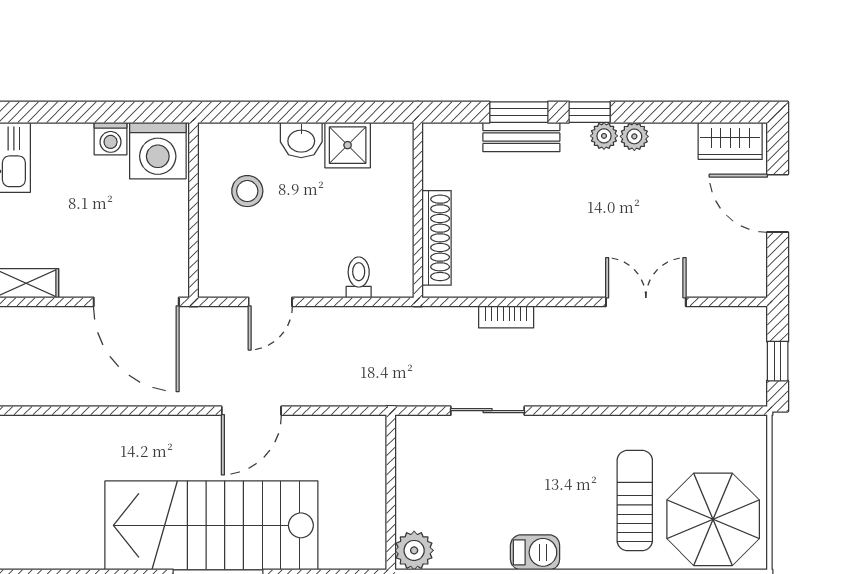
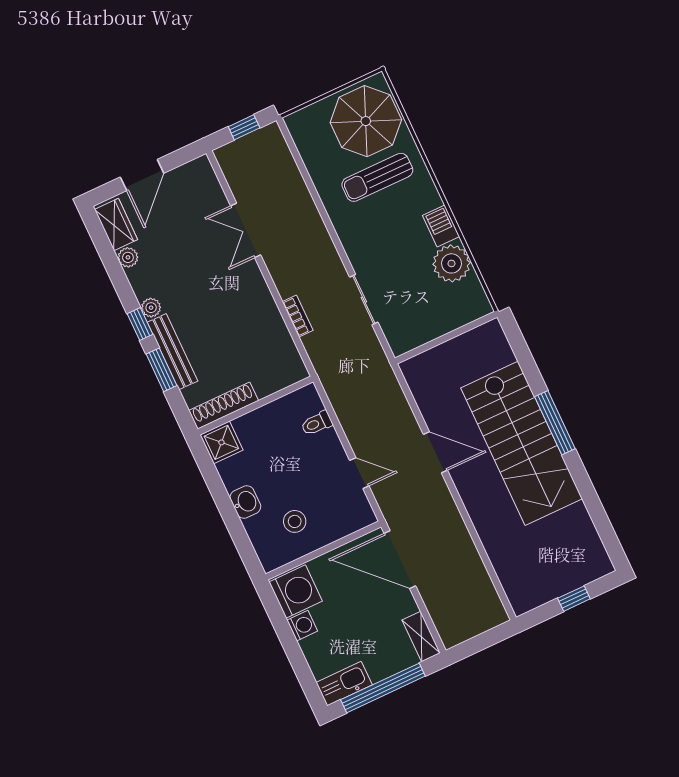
plant: (634, 136) -> (128, 257), moved
bench: (521, 137) -> (173, 352), width x1.36
shower: (348, 145) -> (221, 442), moved
shoe rack: (437, 238) -> (224, 406), moved
door: (136, 302) -> (400, 560), swing flipped
plant: (414, 550) -> (451, 263), moved, width x1.36, depth x1.36

